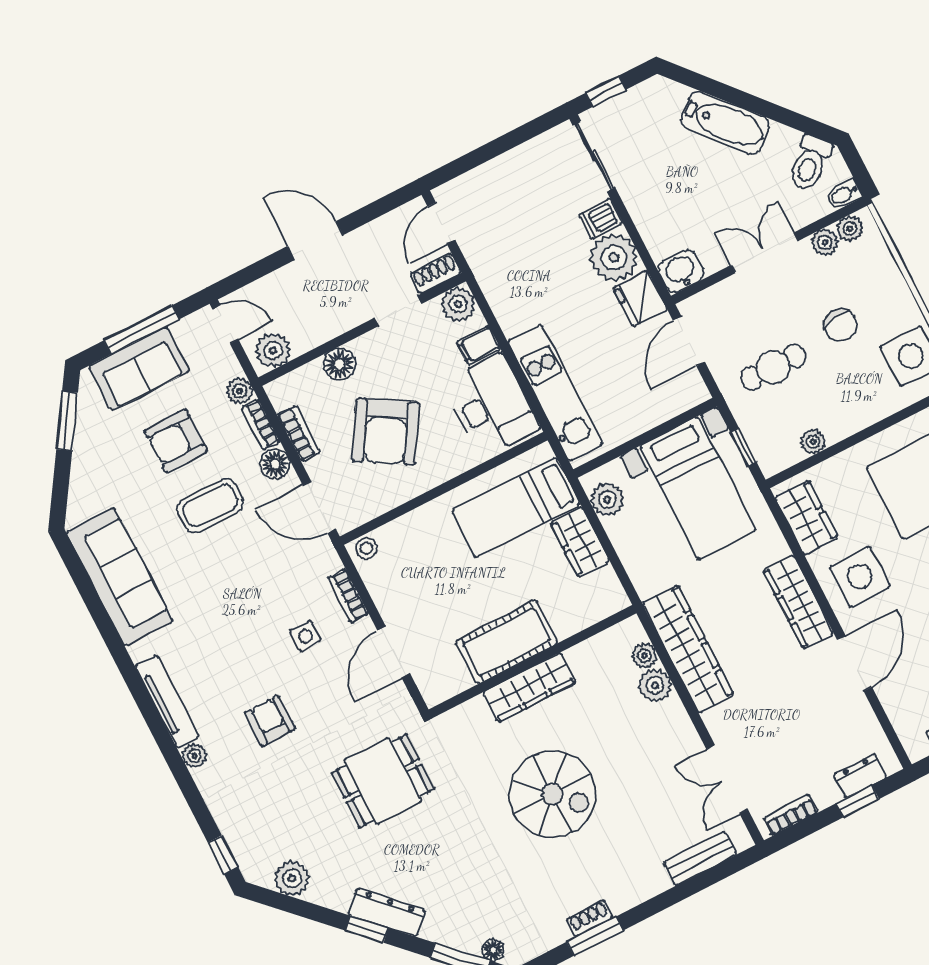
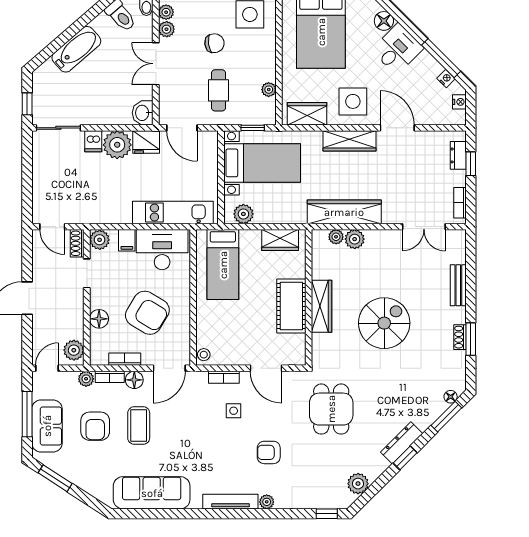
wardrobe: (580, 542) -> (280, 240), moved
bench: (700, 858) -> (458, 285), moved

